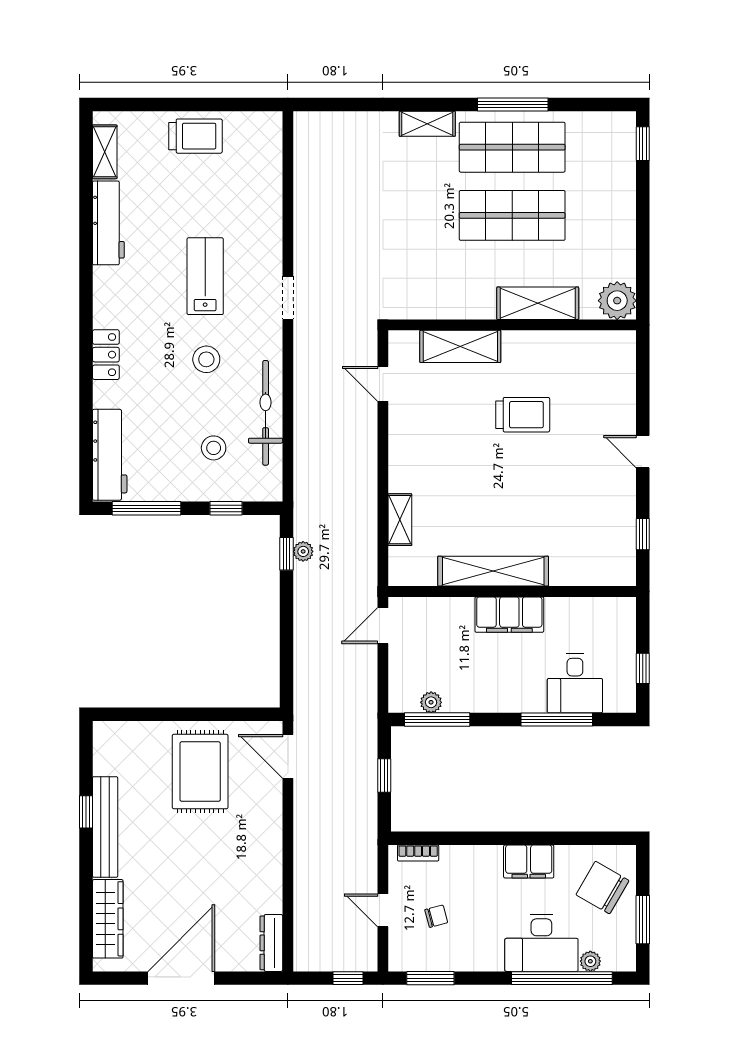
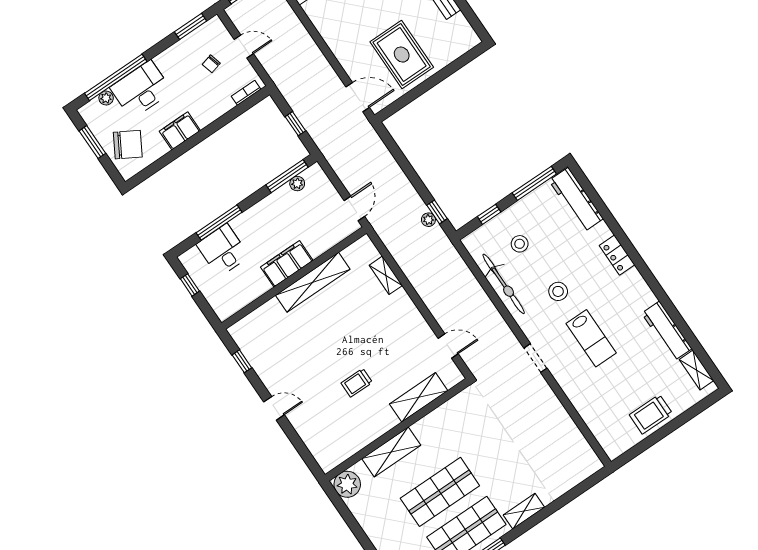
trolley: (523, 415) -> (357, 383), width x0.73, depth x0.72

